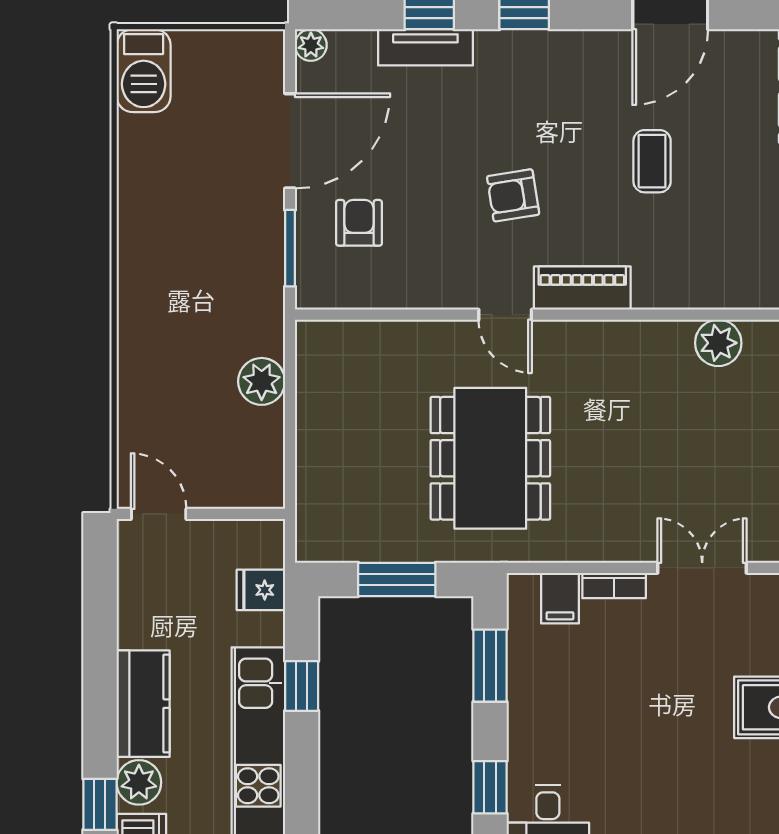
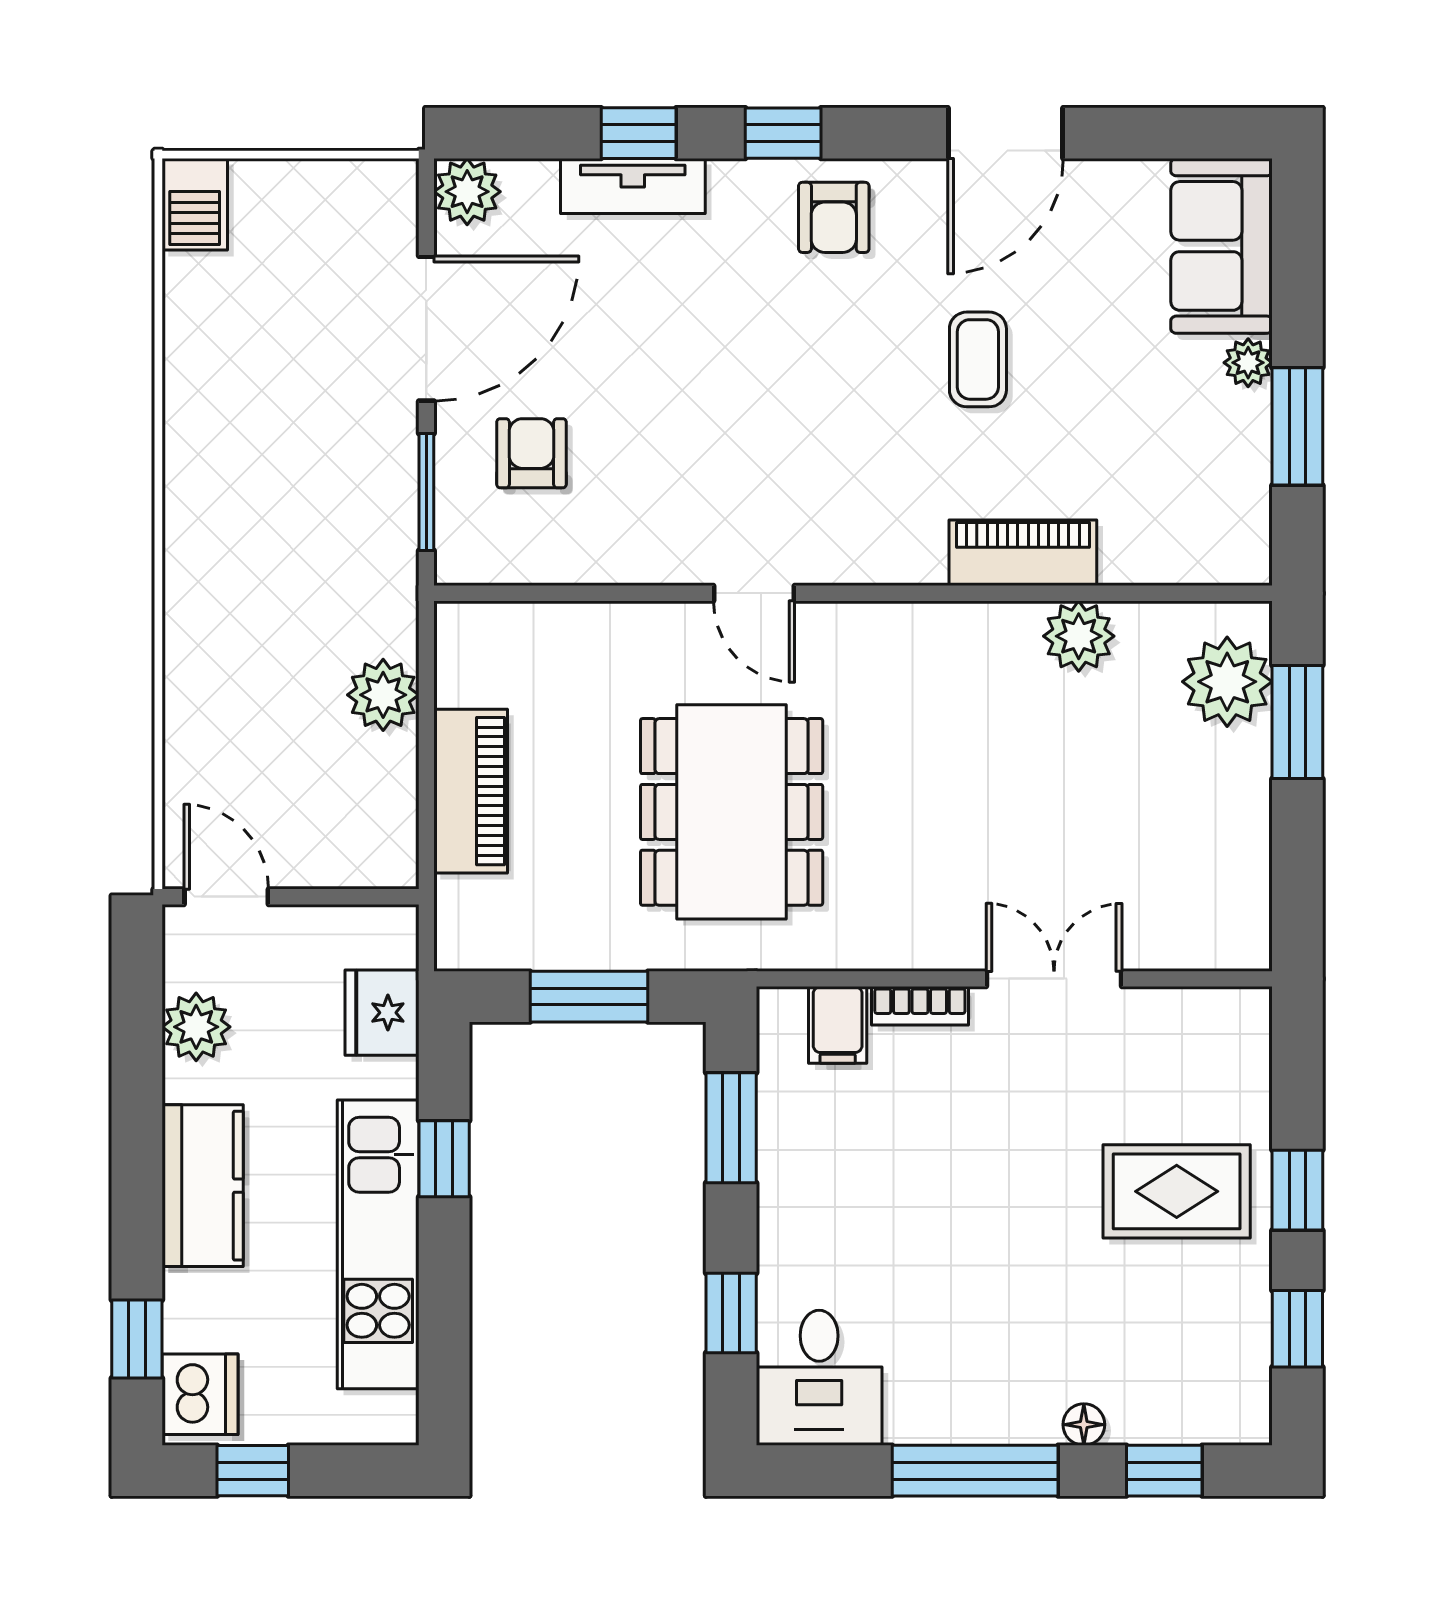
plant: (311, 45) -> (467, 192), width x1.38, depth x1.38
barbecue: (144, 71) -> (195, 204), width x0.73, depth x0.79
armchair: (513, 195) -> (834, 217), moved, turned -81
piano: (582, 288) -> (1023, 553), moved
piano: (319, 445) -> (471, 791), added
fridge: (261, 590) -> (382, 1013), width x1.38
plant: (139, 782) -> (196, 1027), moved

